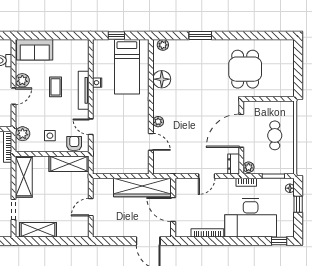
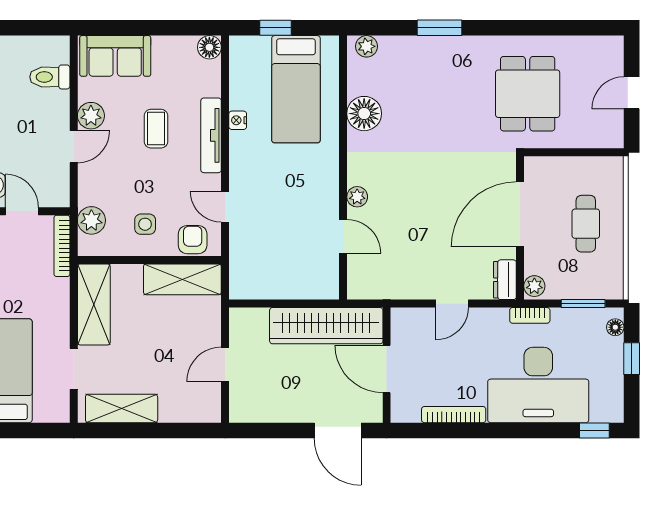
floor lamp: (83, 45) -> (209, 47), added
door: (298, 69) -> (632, 93), added

